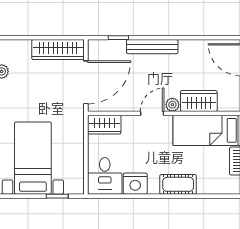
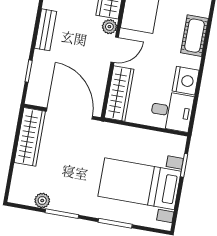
bench: (152, 47) -> (46, 30), width x0.73
door: (152, 113) -> (115, 50), swing flipped
wardrobe: (104, 125) -> (119, 94), width x1.50

